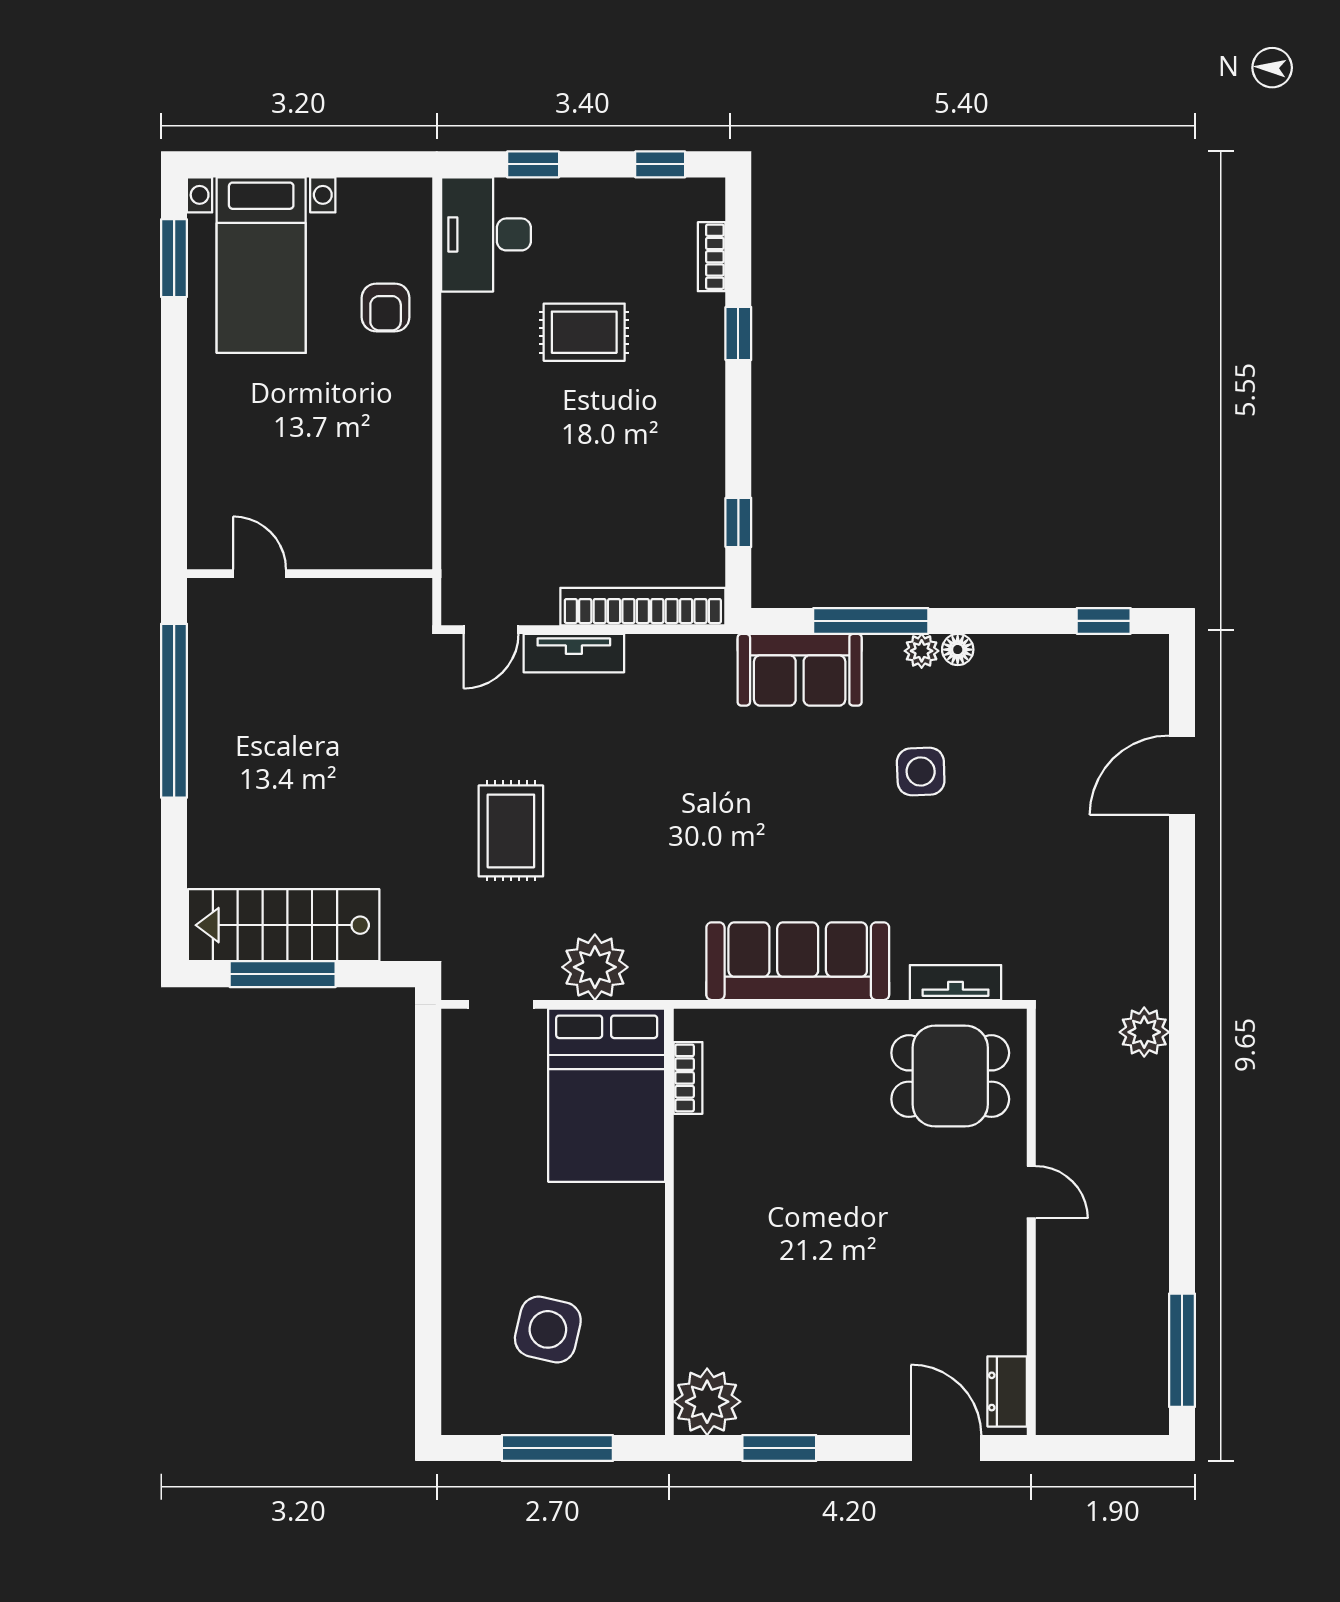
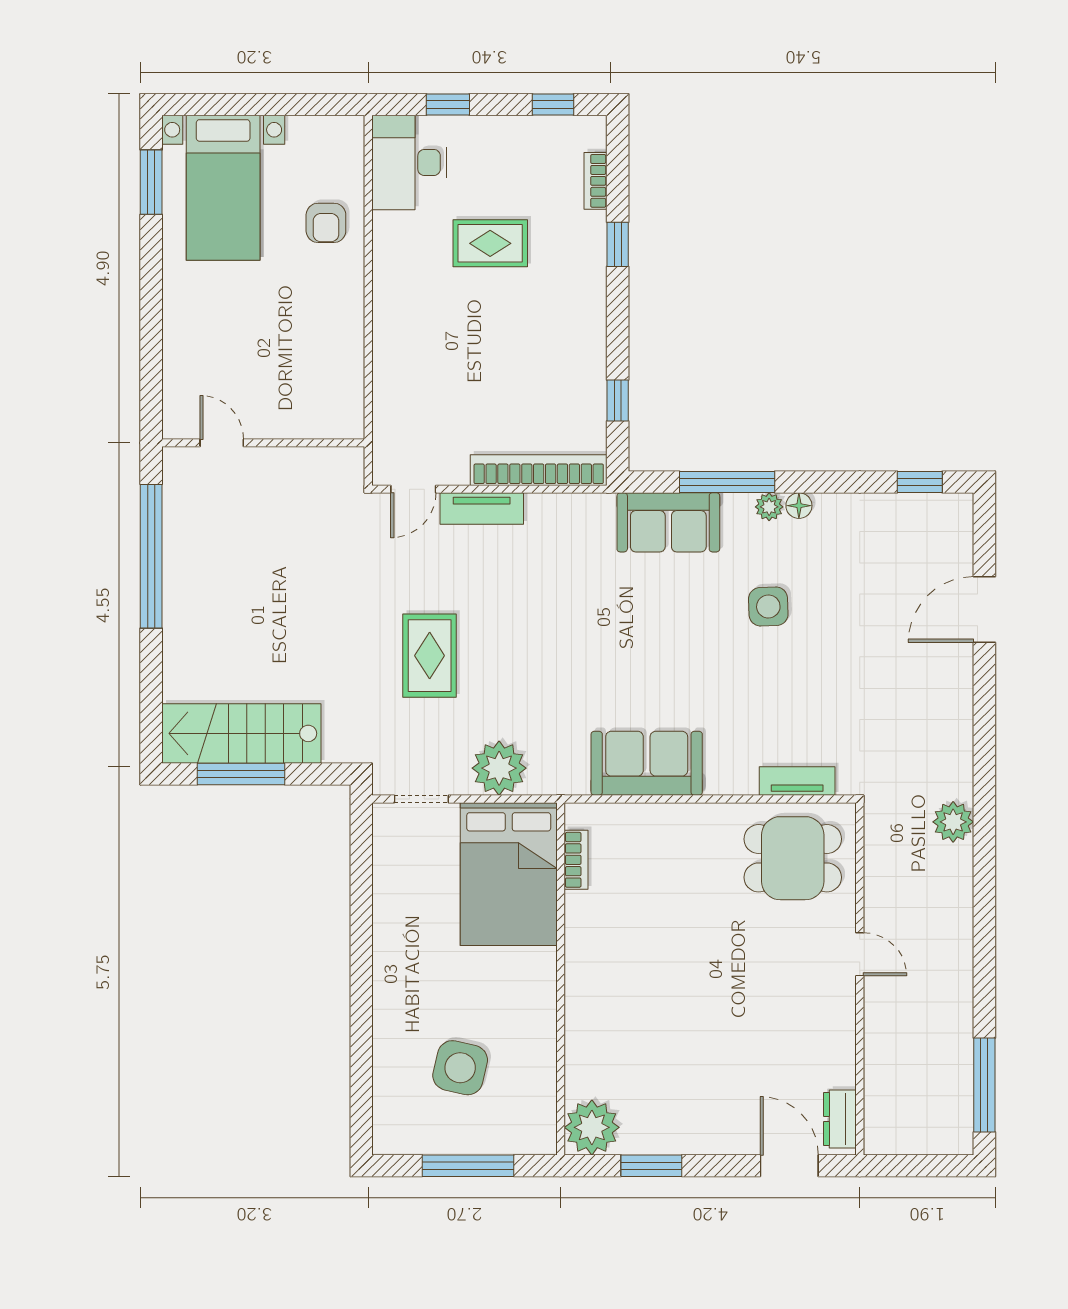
sofa: (798, 961) -> (647, 763), width x0.73

